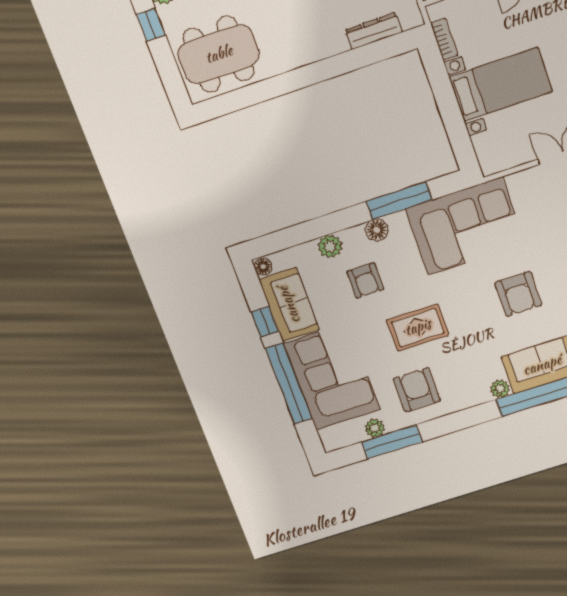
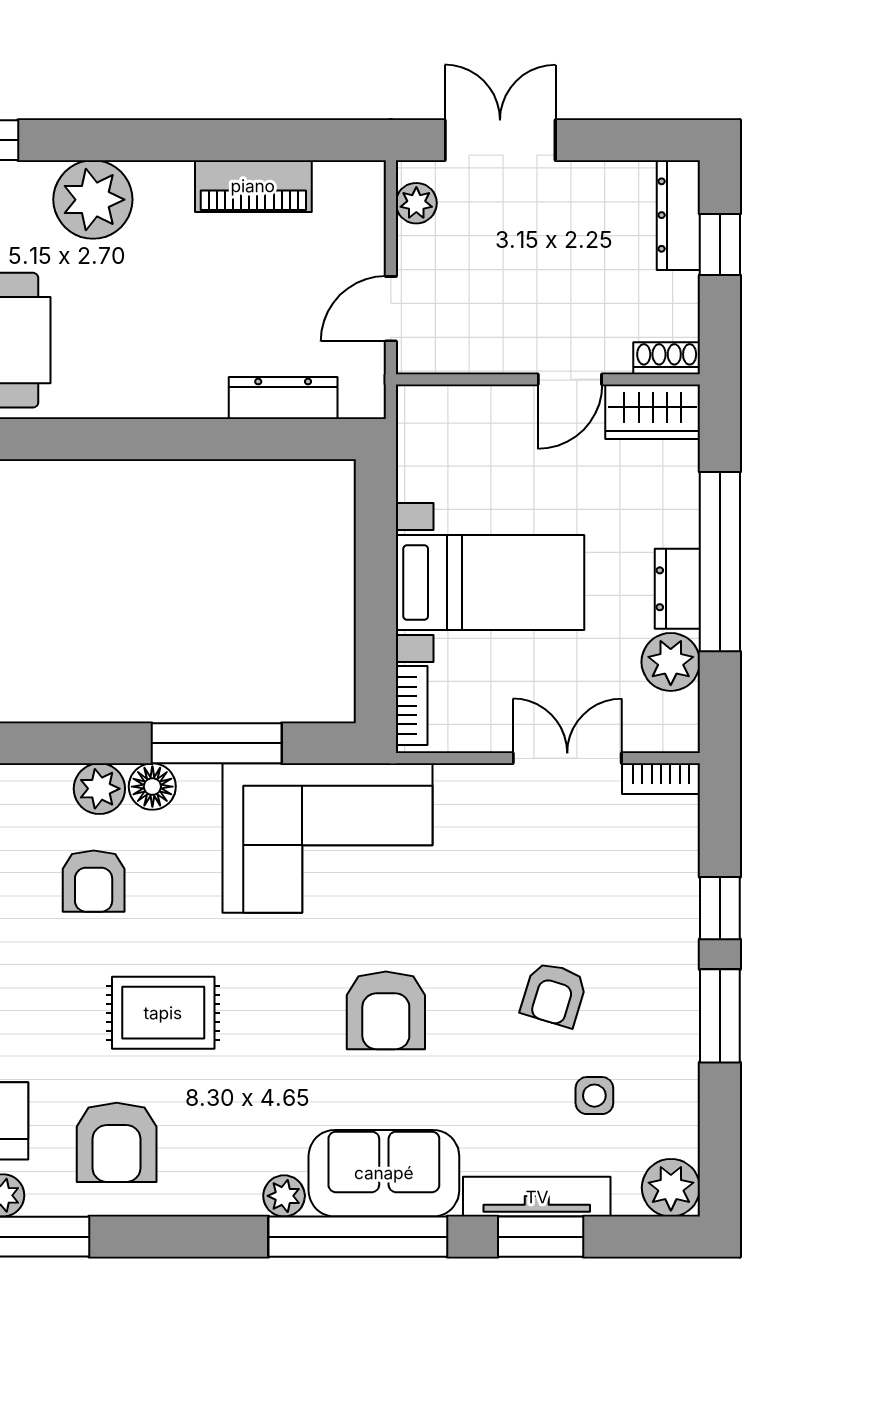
bookcase: (444, 39) -> (412, 706), moved
plant: (330, 246) -> (99, 789), moved
armchair: (417, 390) -> (117, 1142), turned 180

